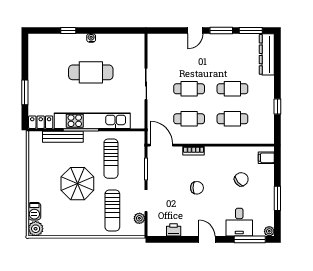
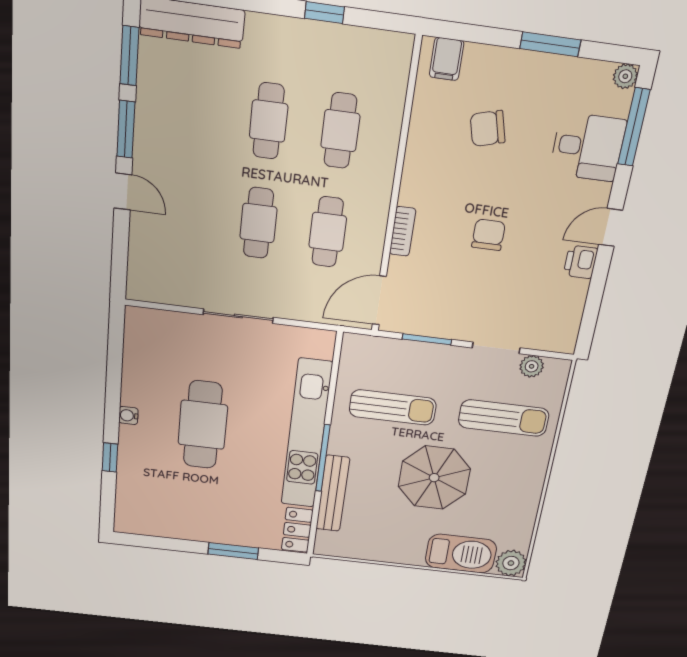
chair: (241, 179) -> (488, 128), turned -65
barbecue: (34, 211) -> (461, 554), width x1.88, depth x1.53
printer: (174, 230) -> (581, 262), moved

